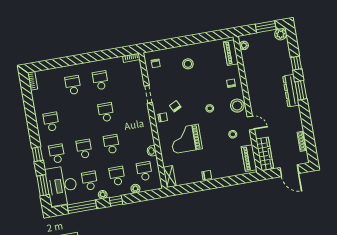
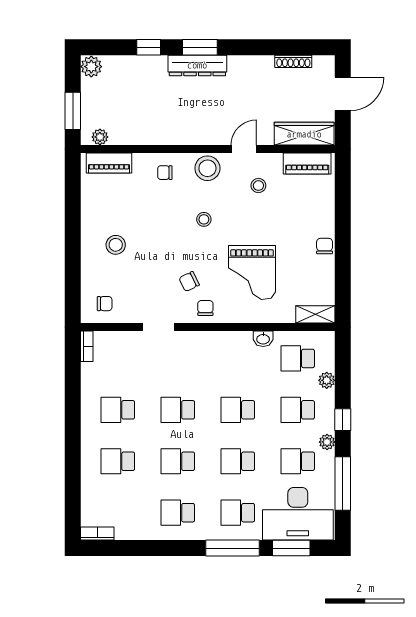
window: (266, 27) -> (73, 111), moved
school desk: (79, 117) -> (178, 461), added
window: (37, 154) -> (233, 548), width x2.17

